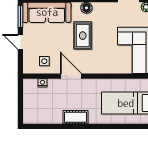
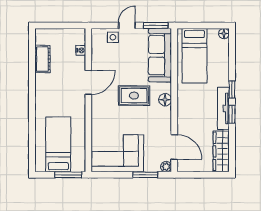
side table: (44, 61) -> (113, 37), moved
cot: (75, 117) -> (42, 59), moved

